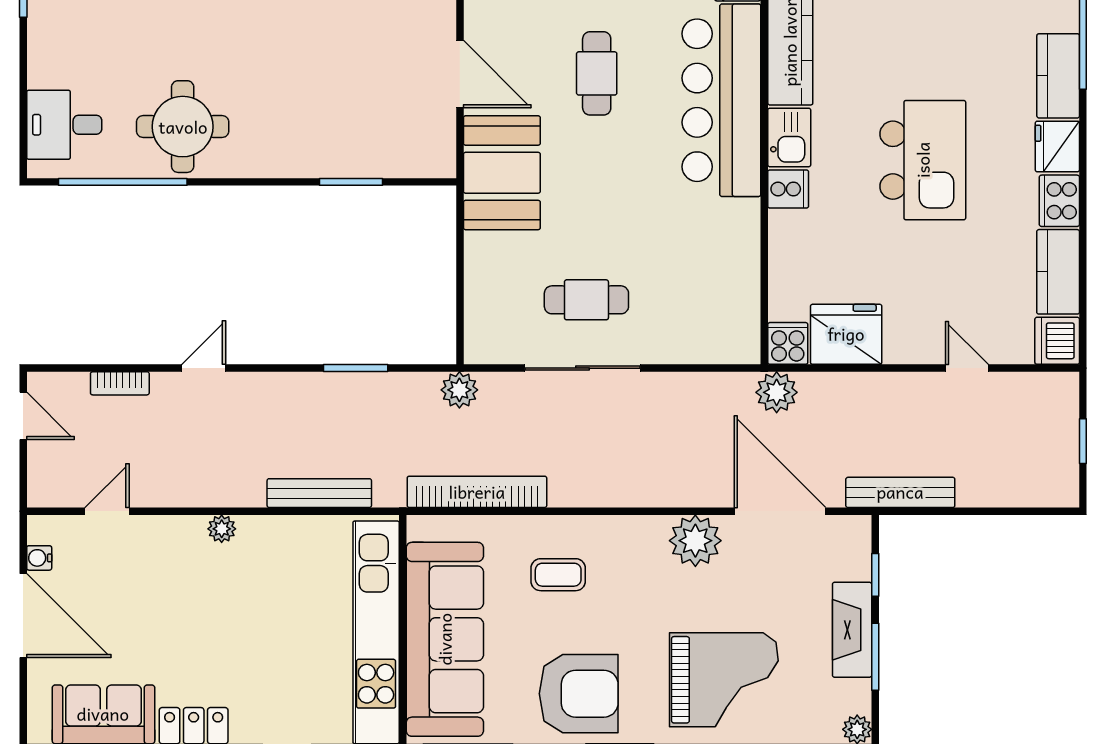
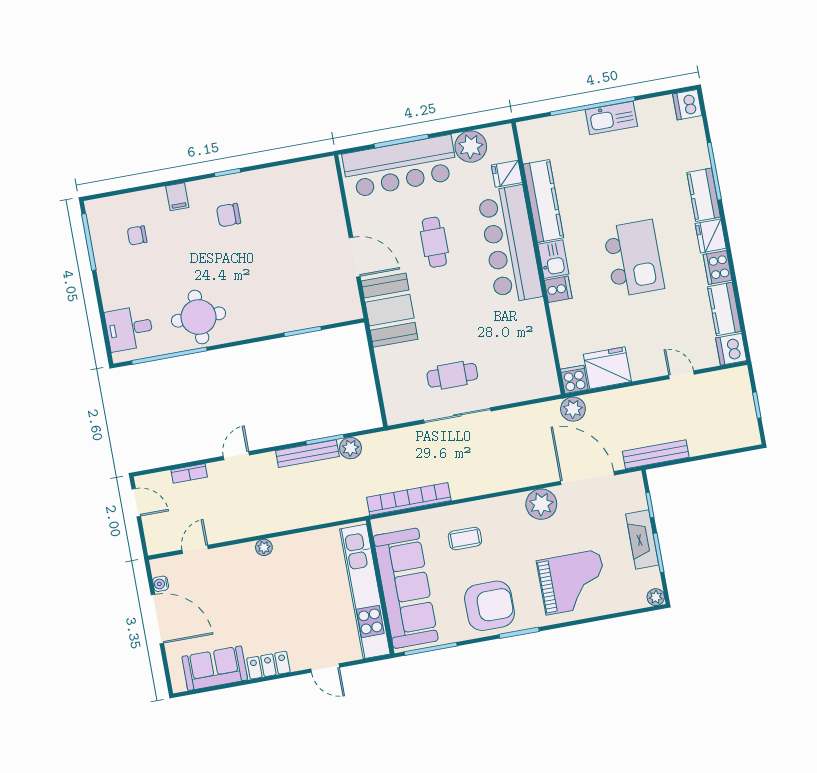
plant: (459, 390) -> (350, 448), moved
bench: (319, 493) -> (307, 454), moved

